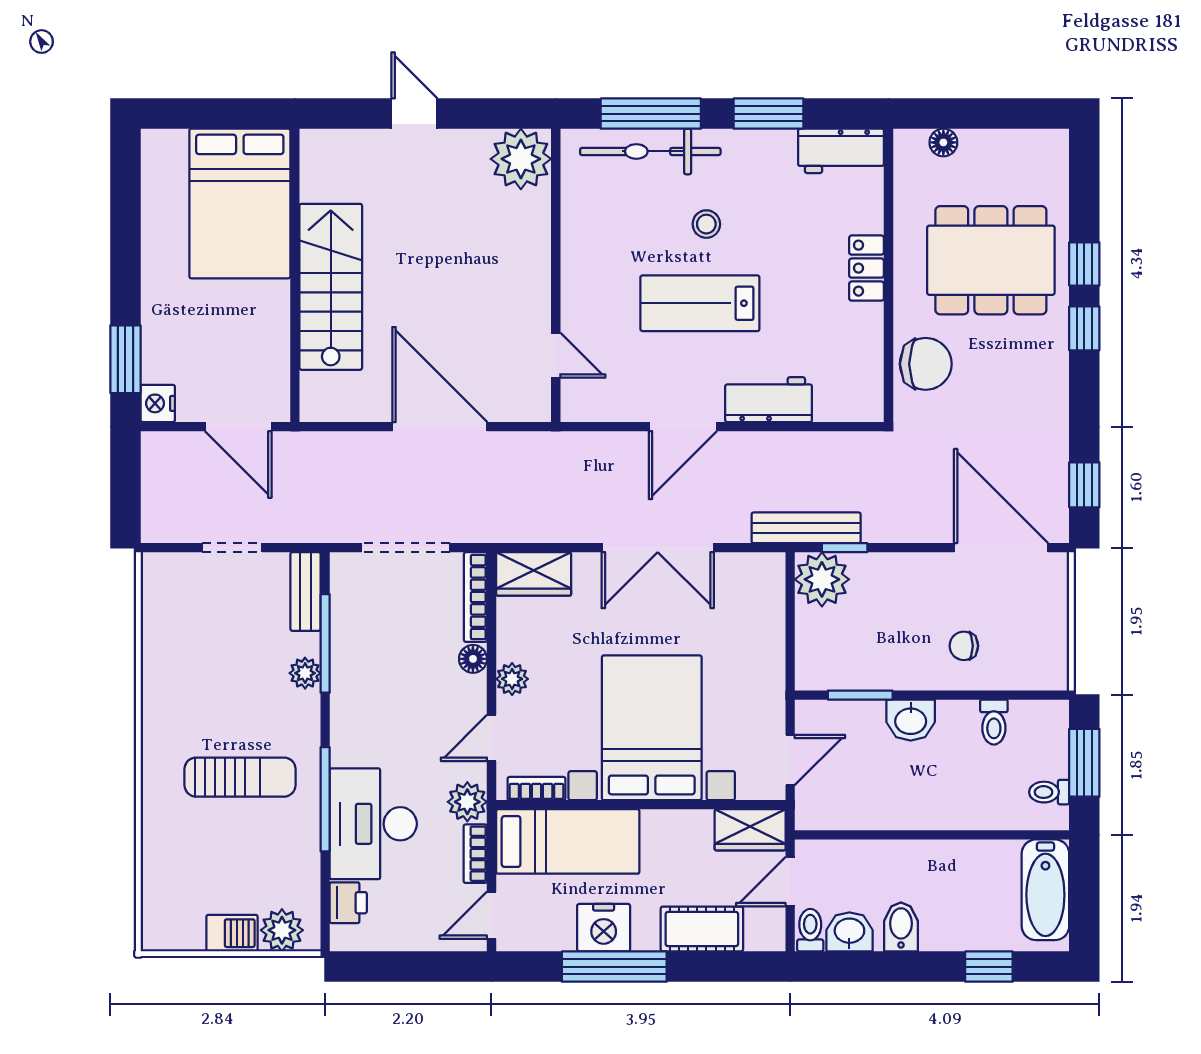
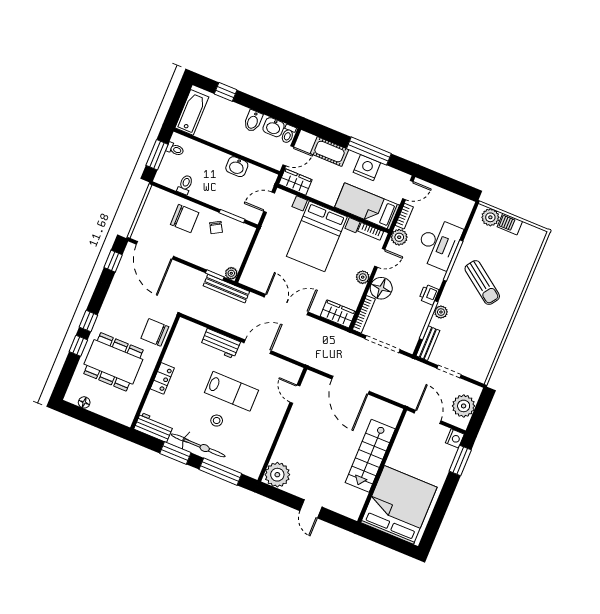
floor lamp: (943, 142) -> (84, 402), moved
bicycle: (650, 151) -> (198, 445), moved
bed: (240, 203) -> (399, 505), width x1.36
plant: (168, 484) -> (464, 406), added
plant: (822, 579) -> (231, 273), width x0.53, depth x0.53
chair: (964, 646) -> (185, 219), width x1.87, depth x1.87
chair: (886, 655) -> (216, 227), added
floor lamp: (473, 659) -> (381, 288), width x1.89, depth x1.89
washbasin: (911, 720) -> (237, 167), moved, turned 180
sun lounger: (240, 777) -> (482, 283), turned -144
printer: (348, 903) -> (429, 295), moved

